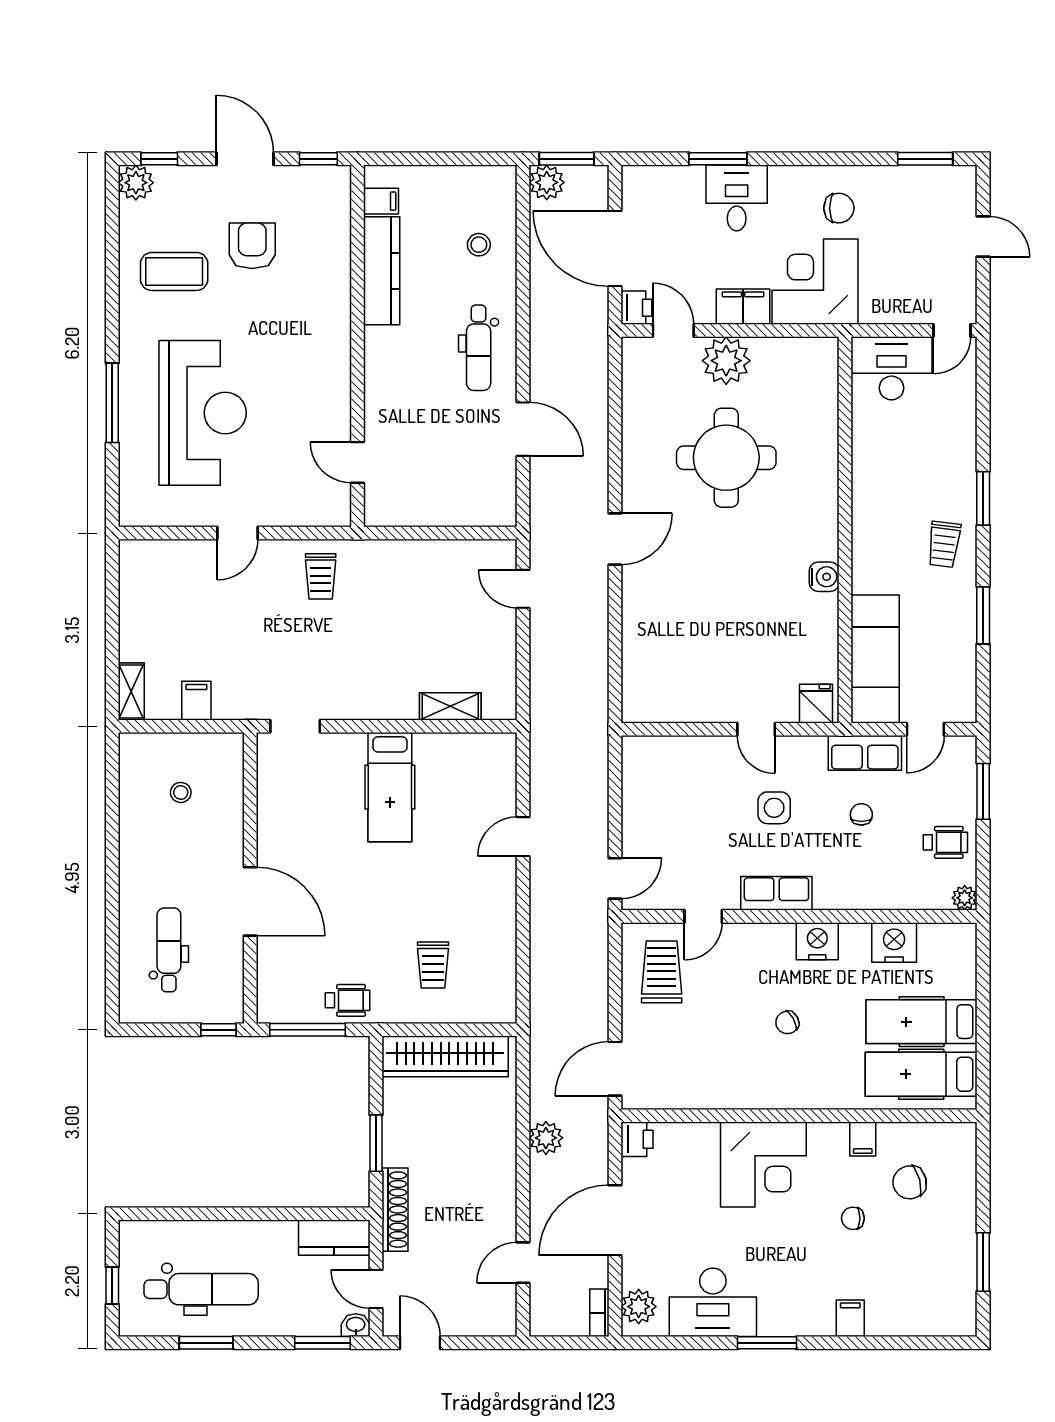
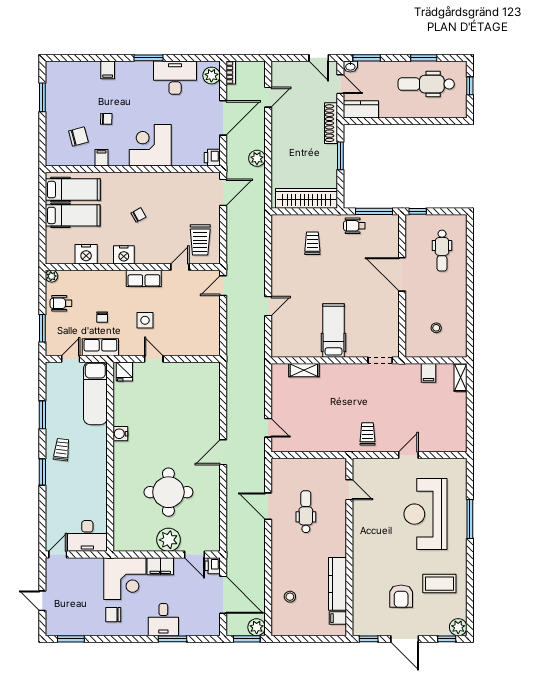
dental chair: (479, 348) -> (306, 512), moved

